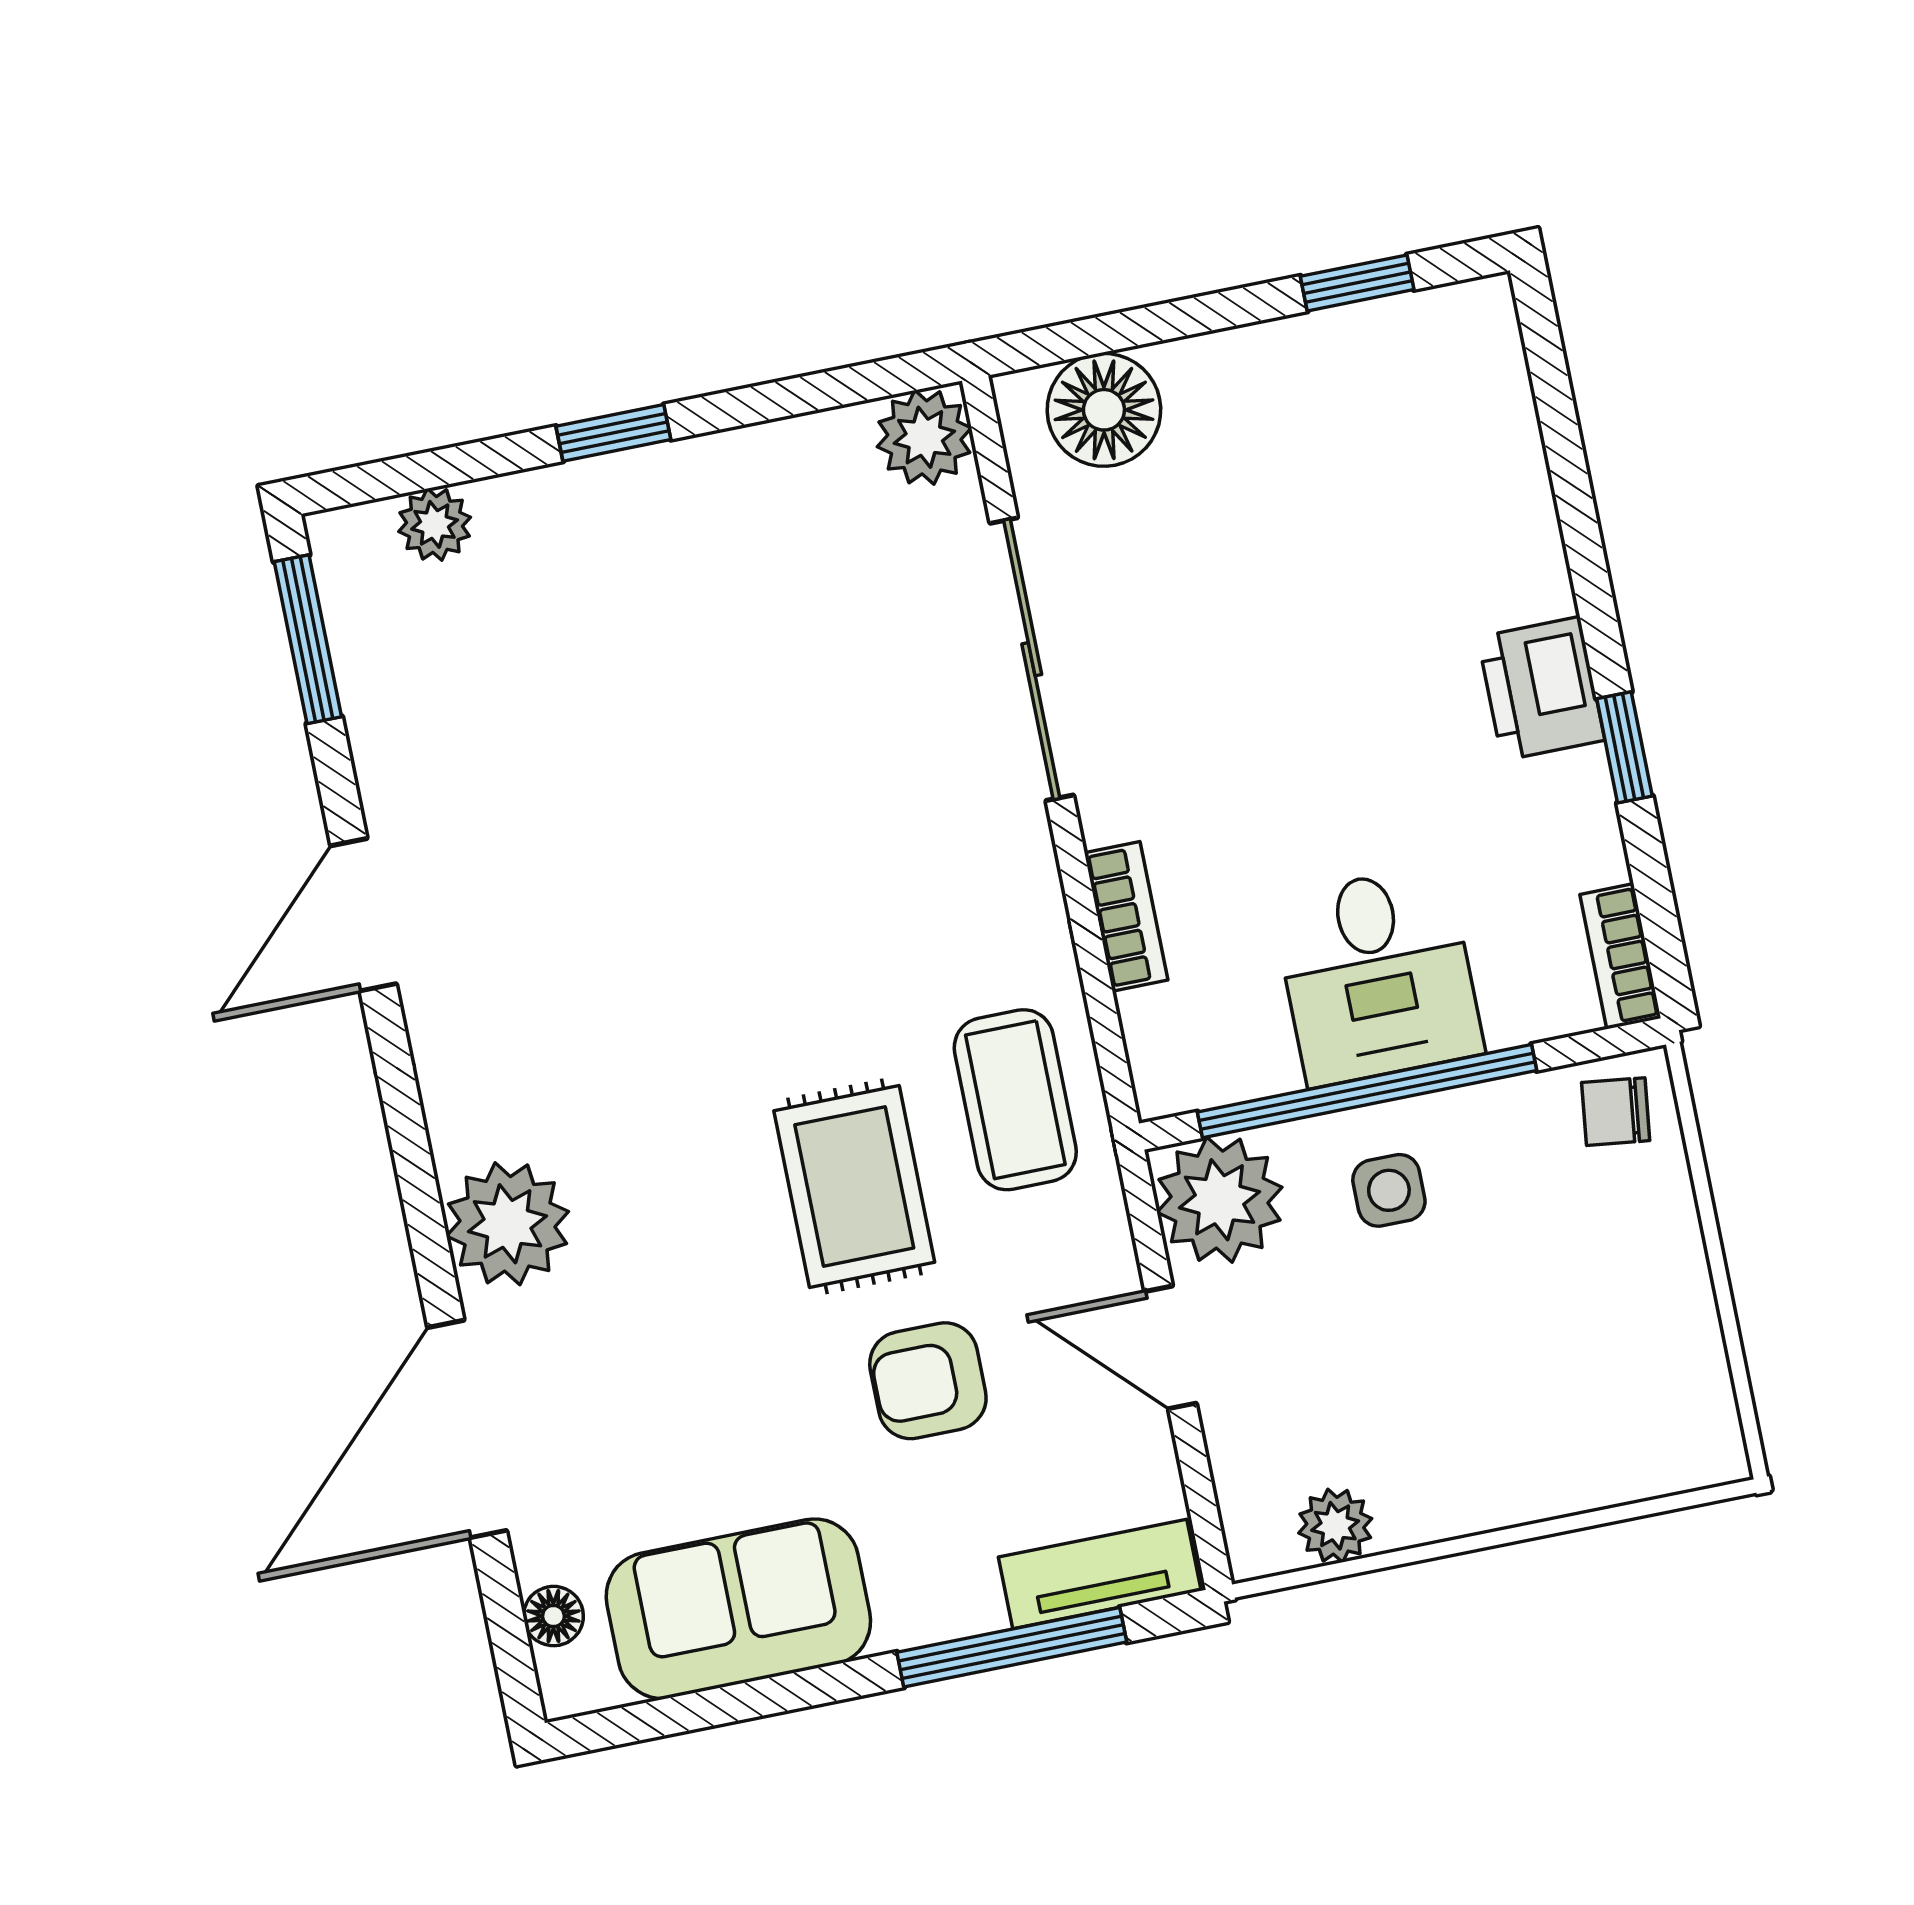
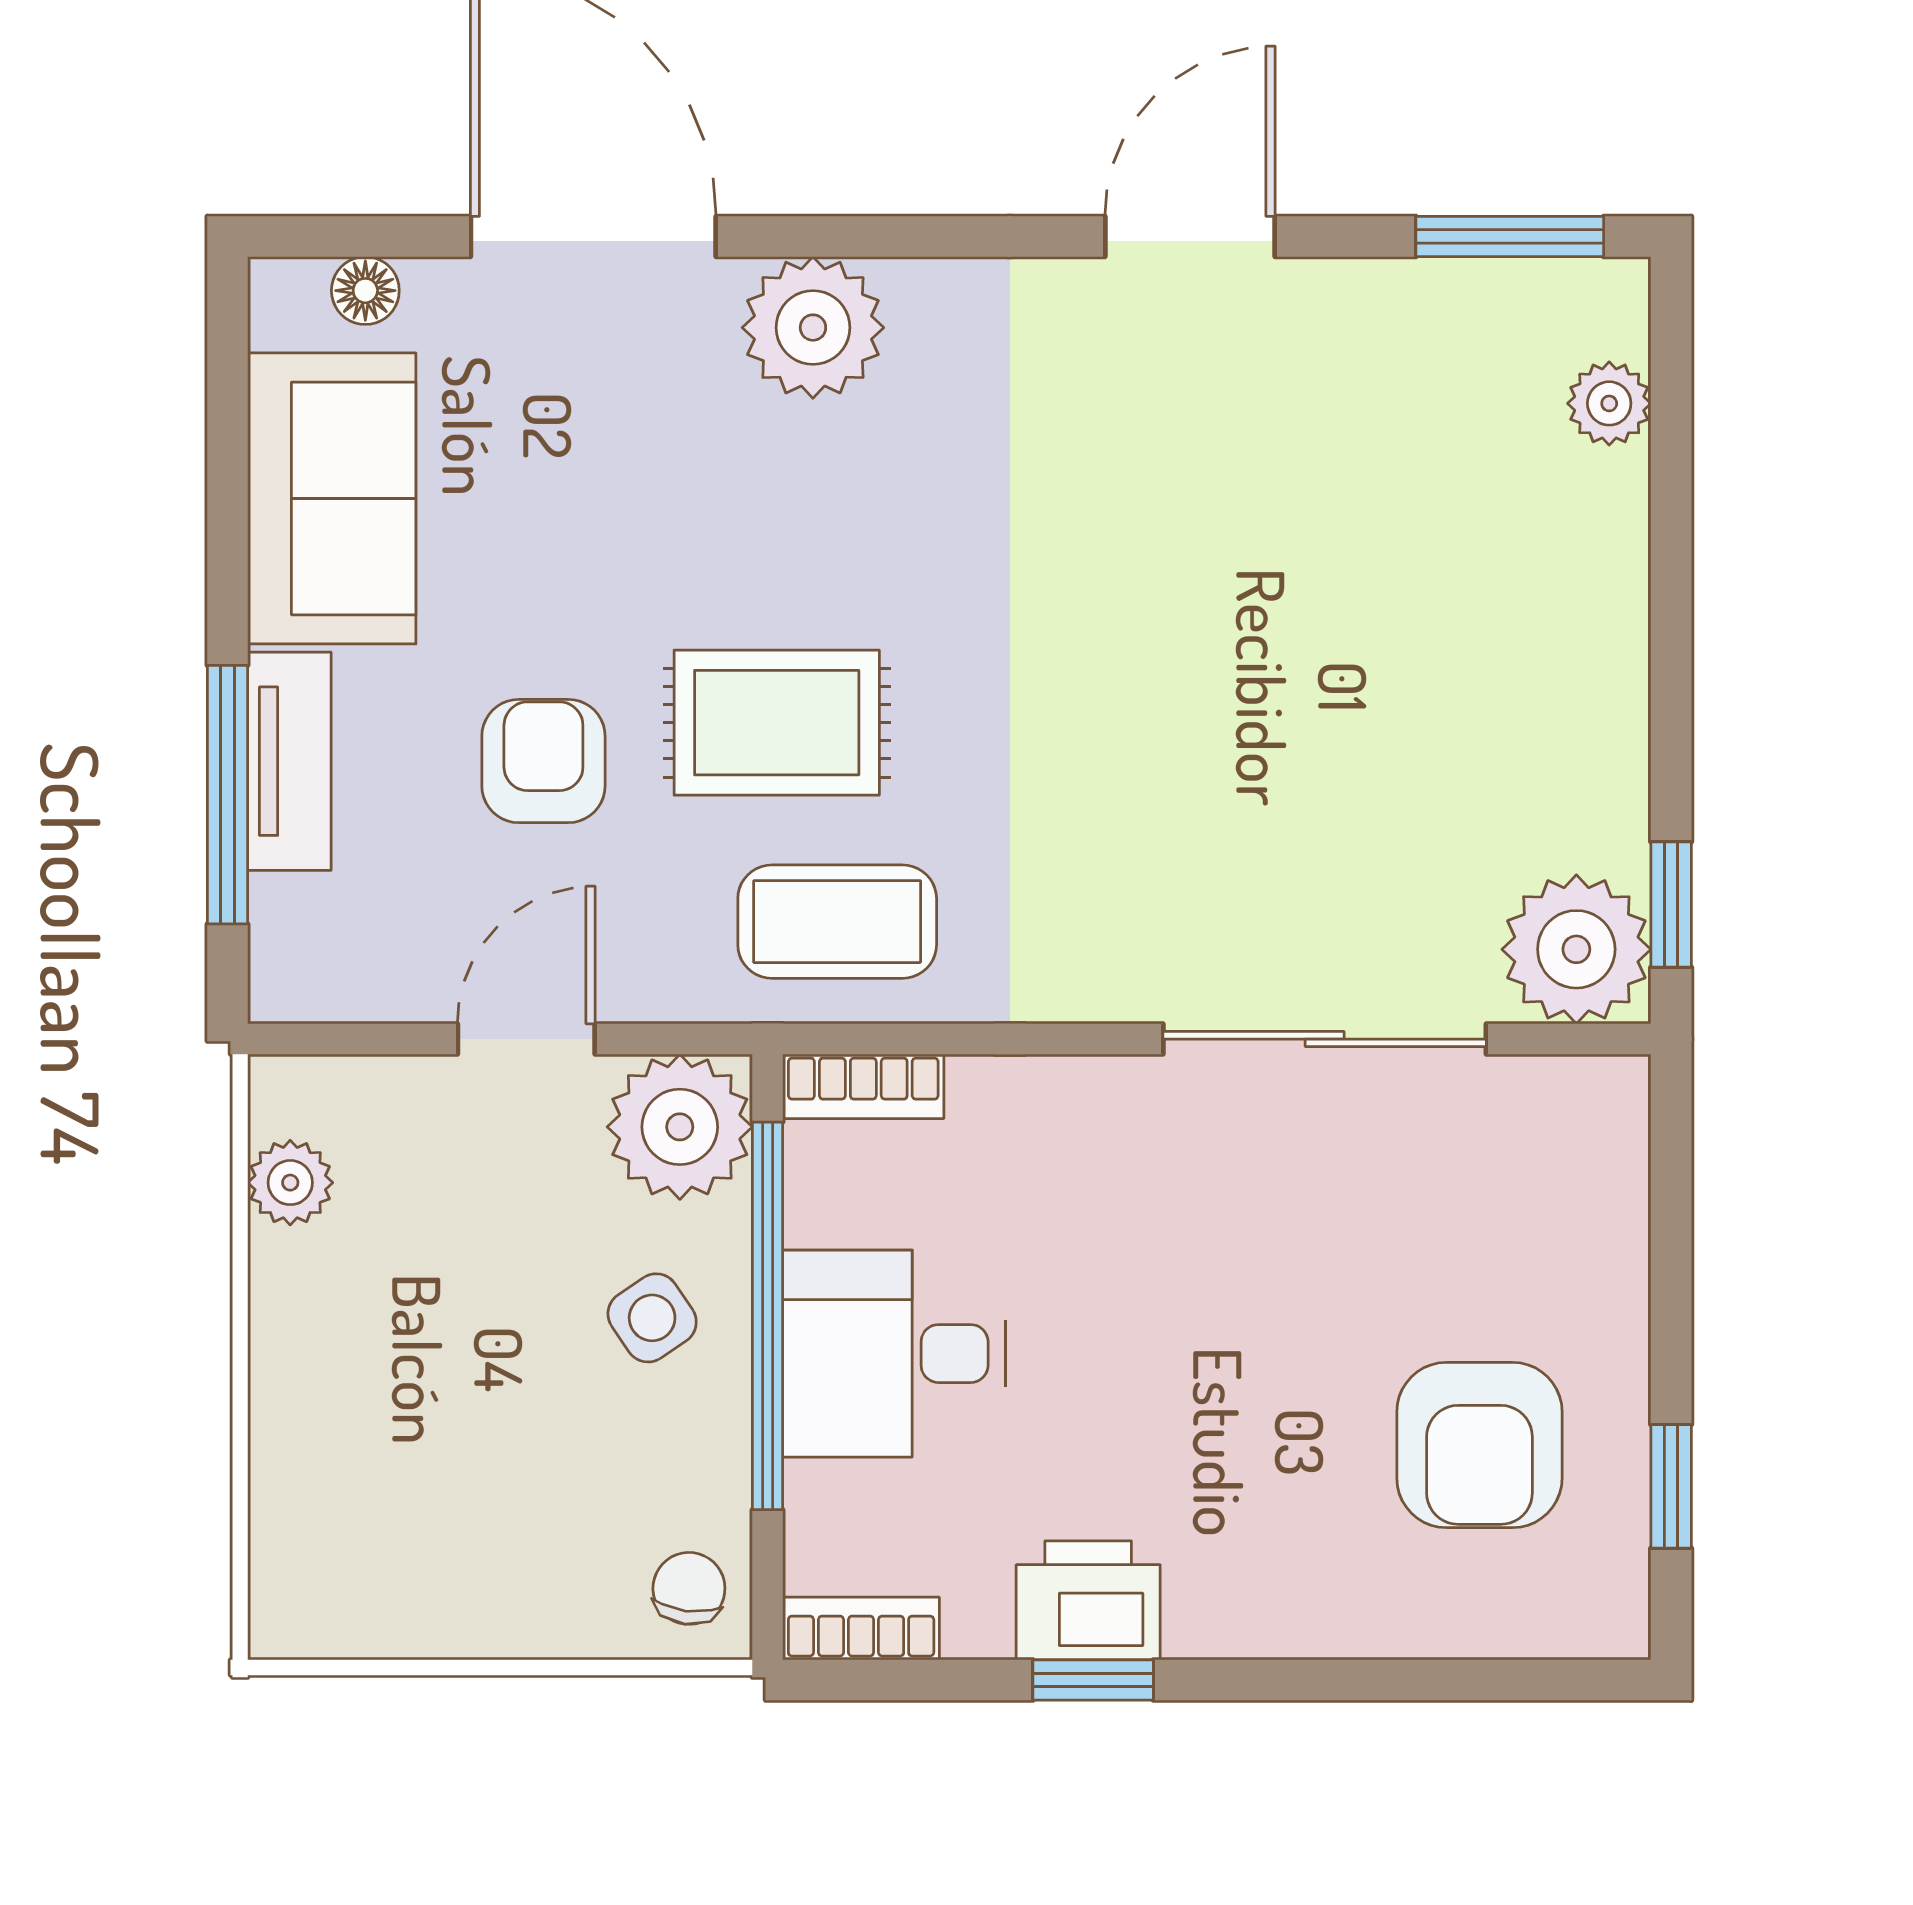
floor lamp: (1104, 410) -> (1586, 1176), removed
window: (613, 433) -> (1671, 904), moved
plant: (924, 437) -> (1576, 949), width x1.36, depth x1.36
armchair: (1355, 455) -> (1479, 1445), added
printer: (1541, 689) -> (1088, 1600), moved
door: (363, 915) -> (1190, 236), hinge flipped
bookcase: (1126, 916) -> (863, 1086), moved
side table: (1389, 1190) -> (652, 1318), turned -34
tv unit: (1100, 1574) -> (289, 761), moved

